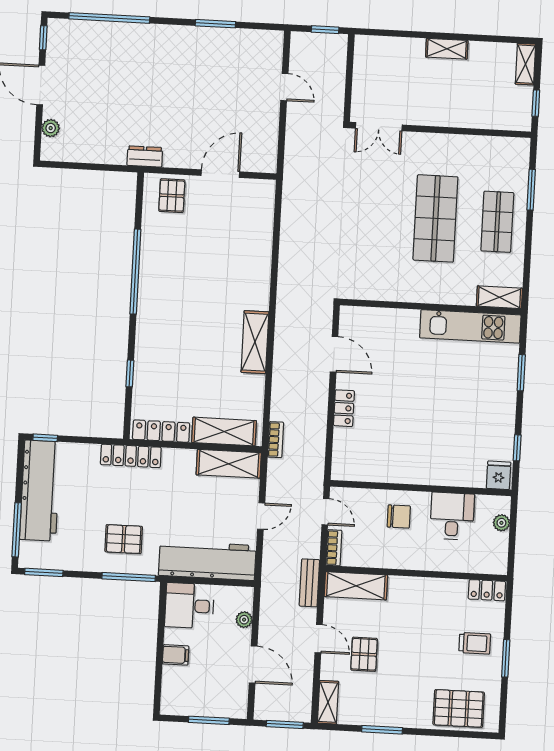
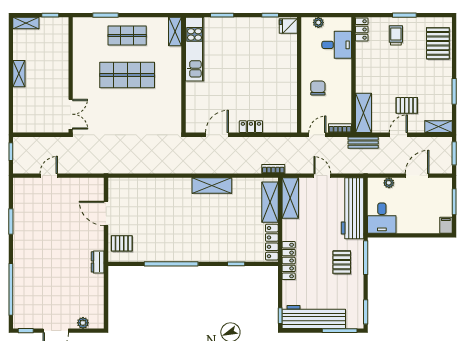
desk: (452, 516) -> (337, 45), moved, turned 180
filing cabinet: (176, 655) -> (446, 225), moved

